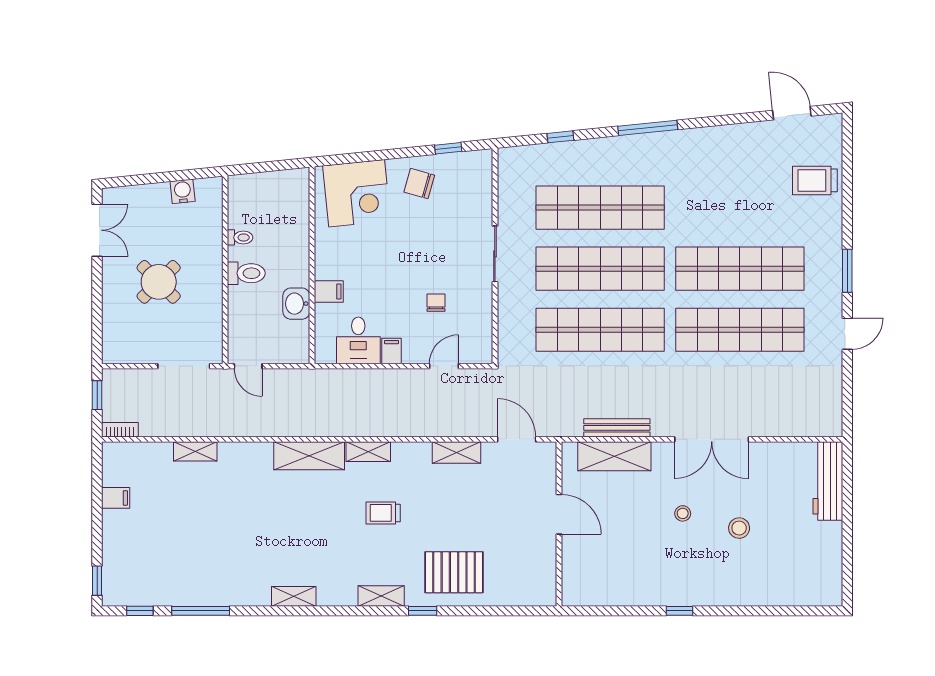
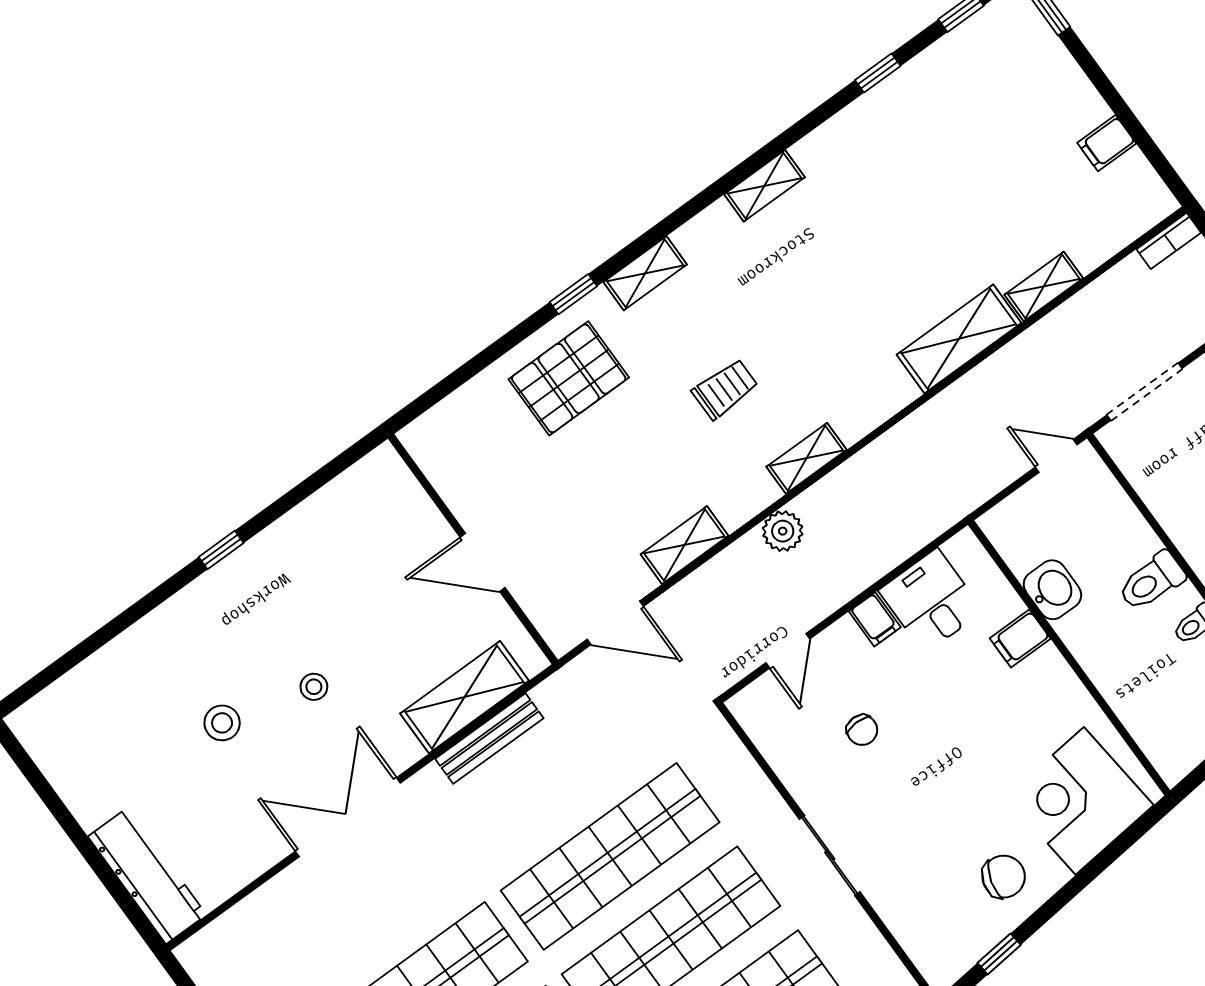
plant: (405, 425) -> (783, 531), added
shelving: (309, 456) -> (959, 339), moved
window: (201, 611) -> (878, 73), width x0.46

